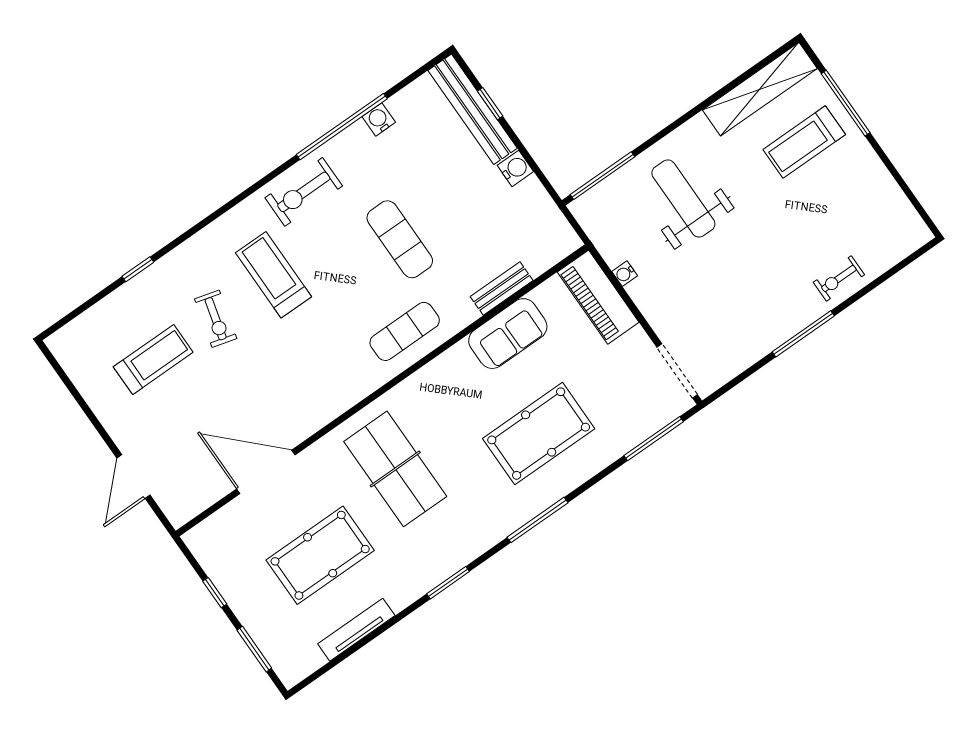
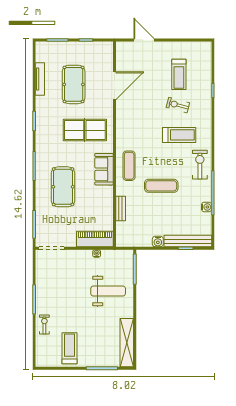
treadmill: (804, 142) -> (69, 348), moved
sofa: (508, 334) -> (104, 169), moved

